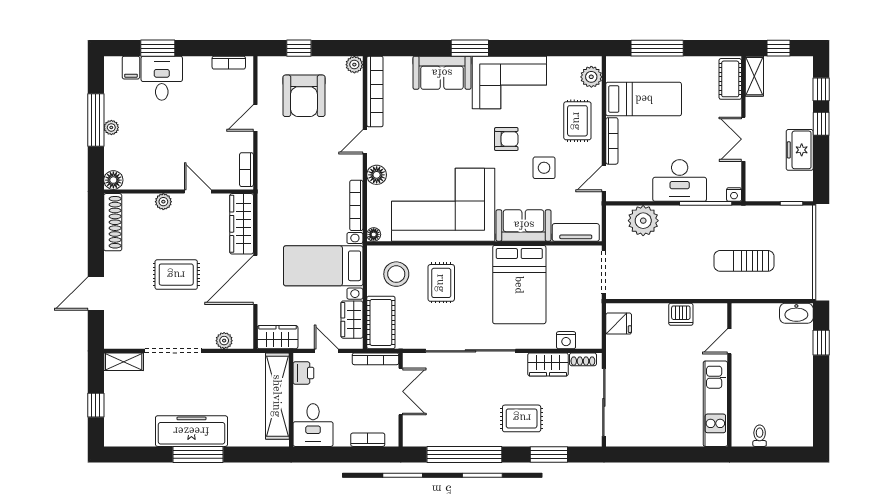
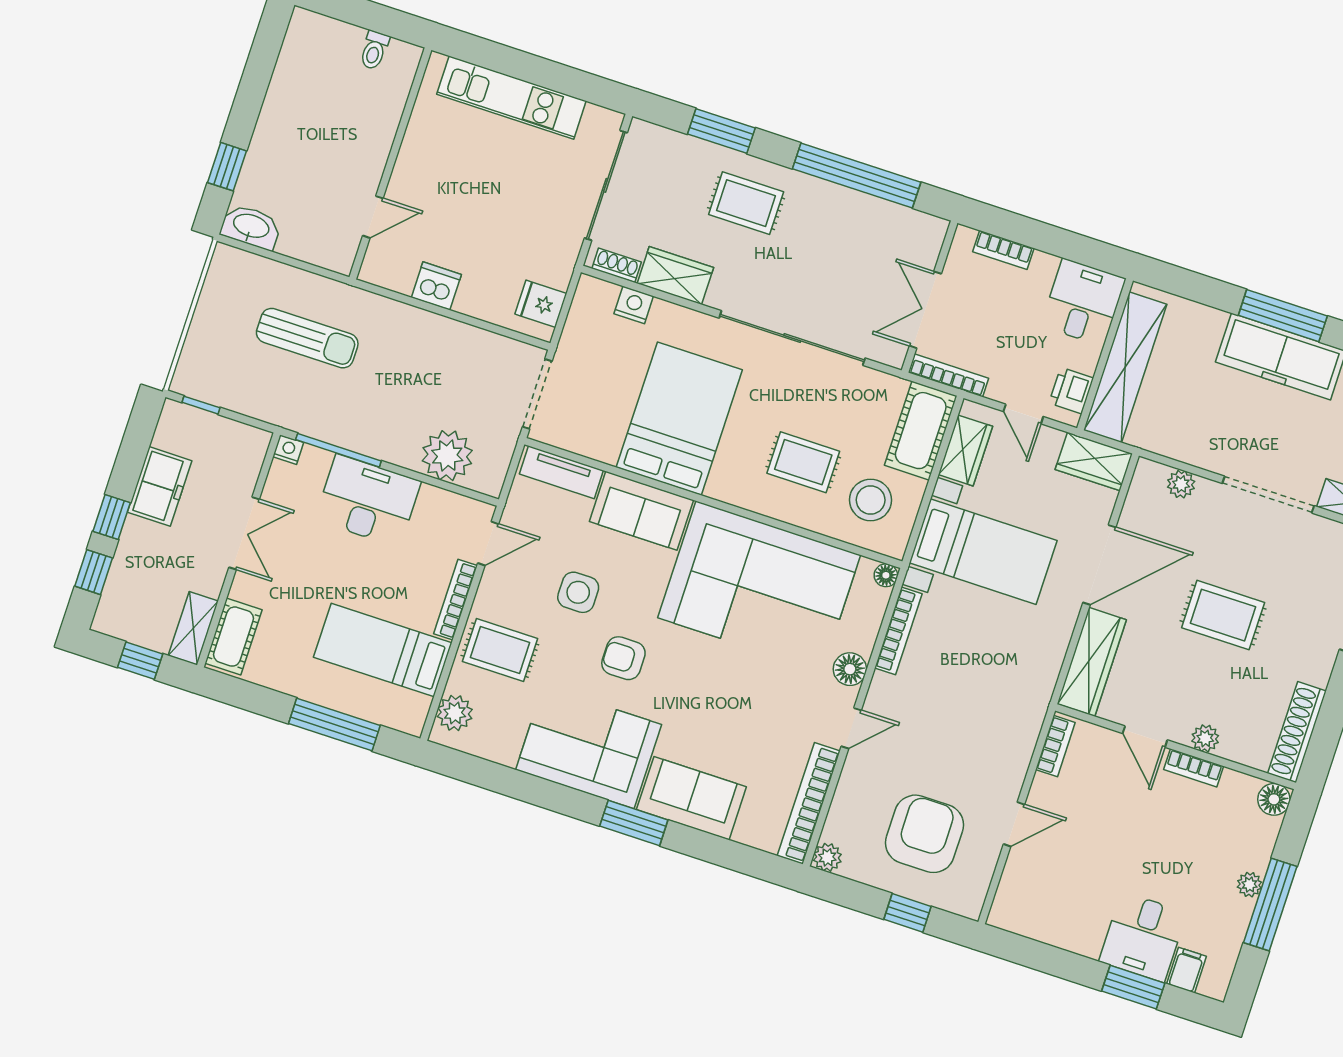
bookcase: (229, 63) -> (1194, 768), moved, turned 180
rug: (577, 121) -> (500, 650), turned 90
rug: (441, 283) -> (803, 462), turned 90
kitchen unit: (715, 404) -> (511, 97), moved, turned 90

